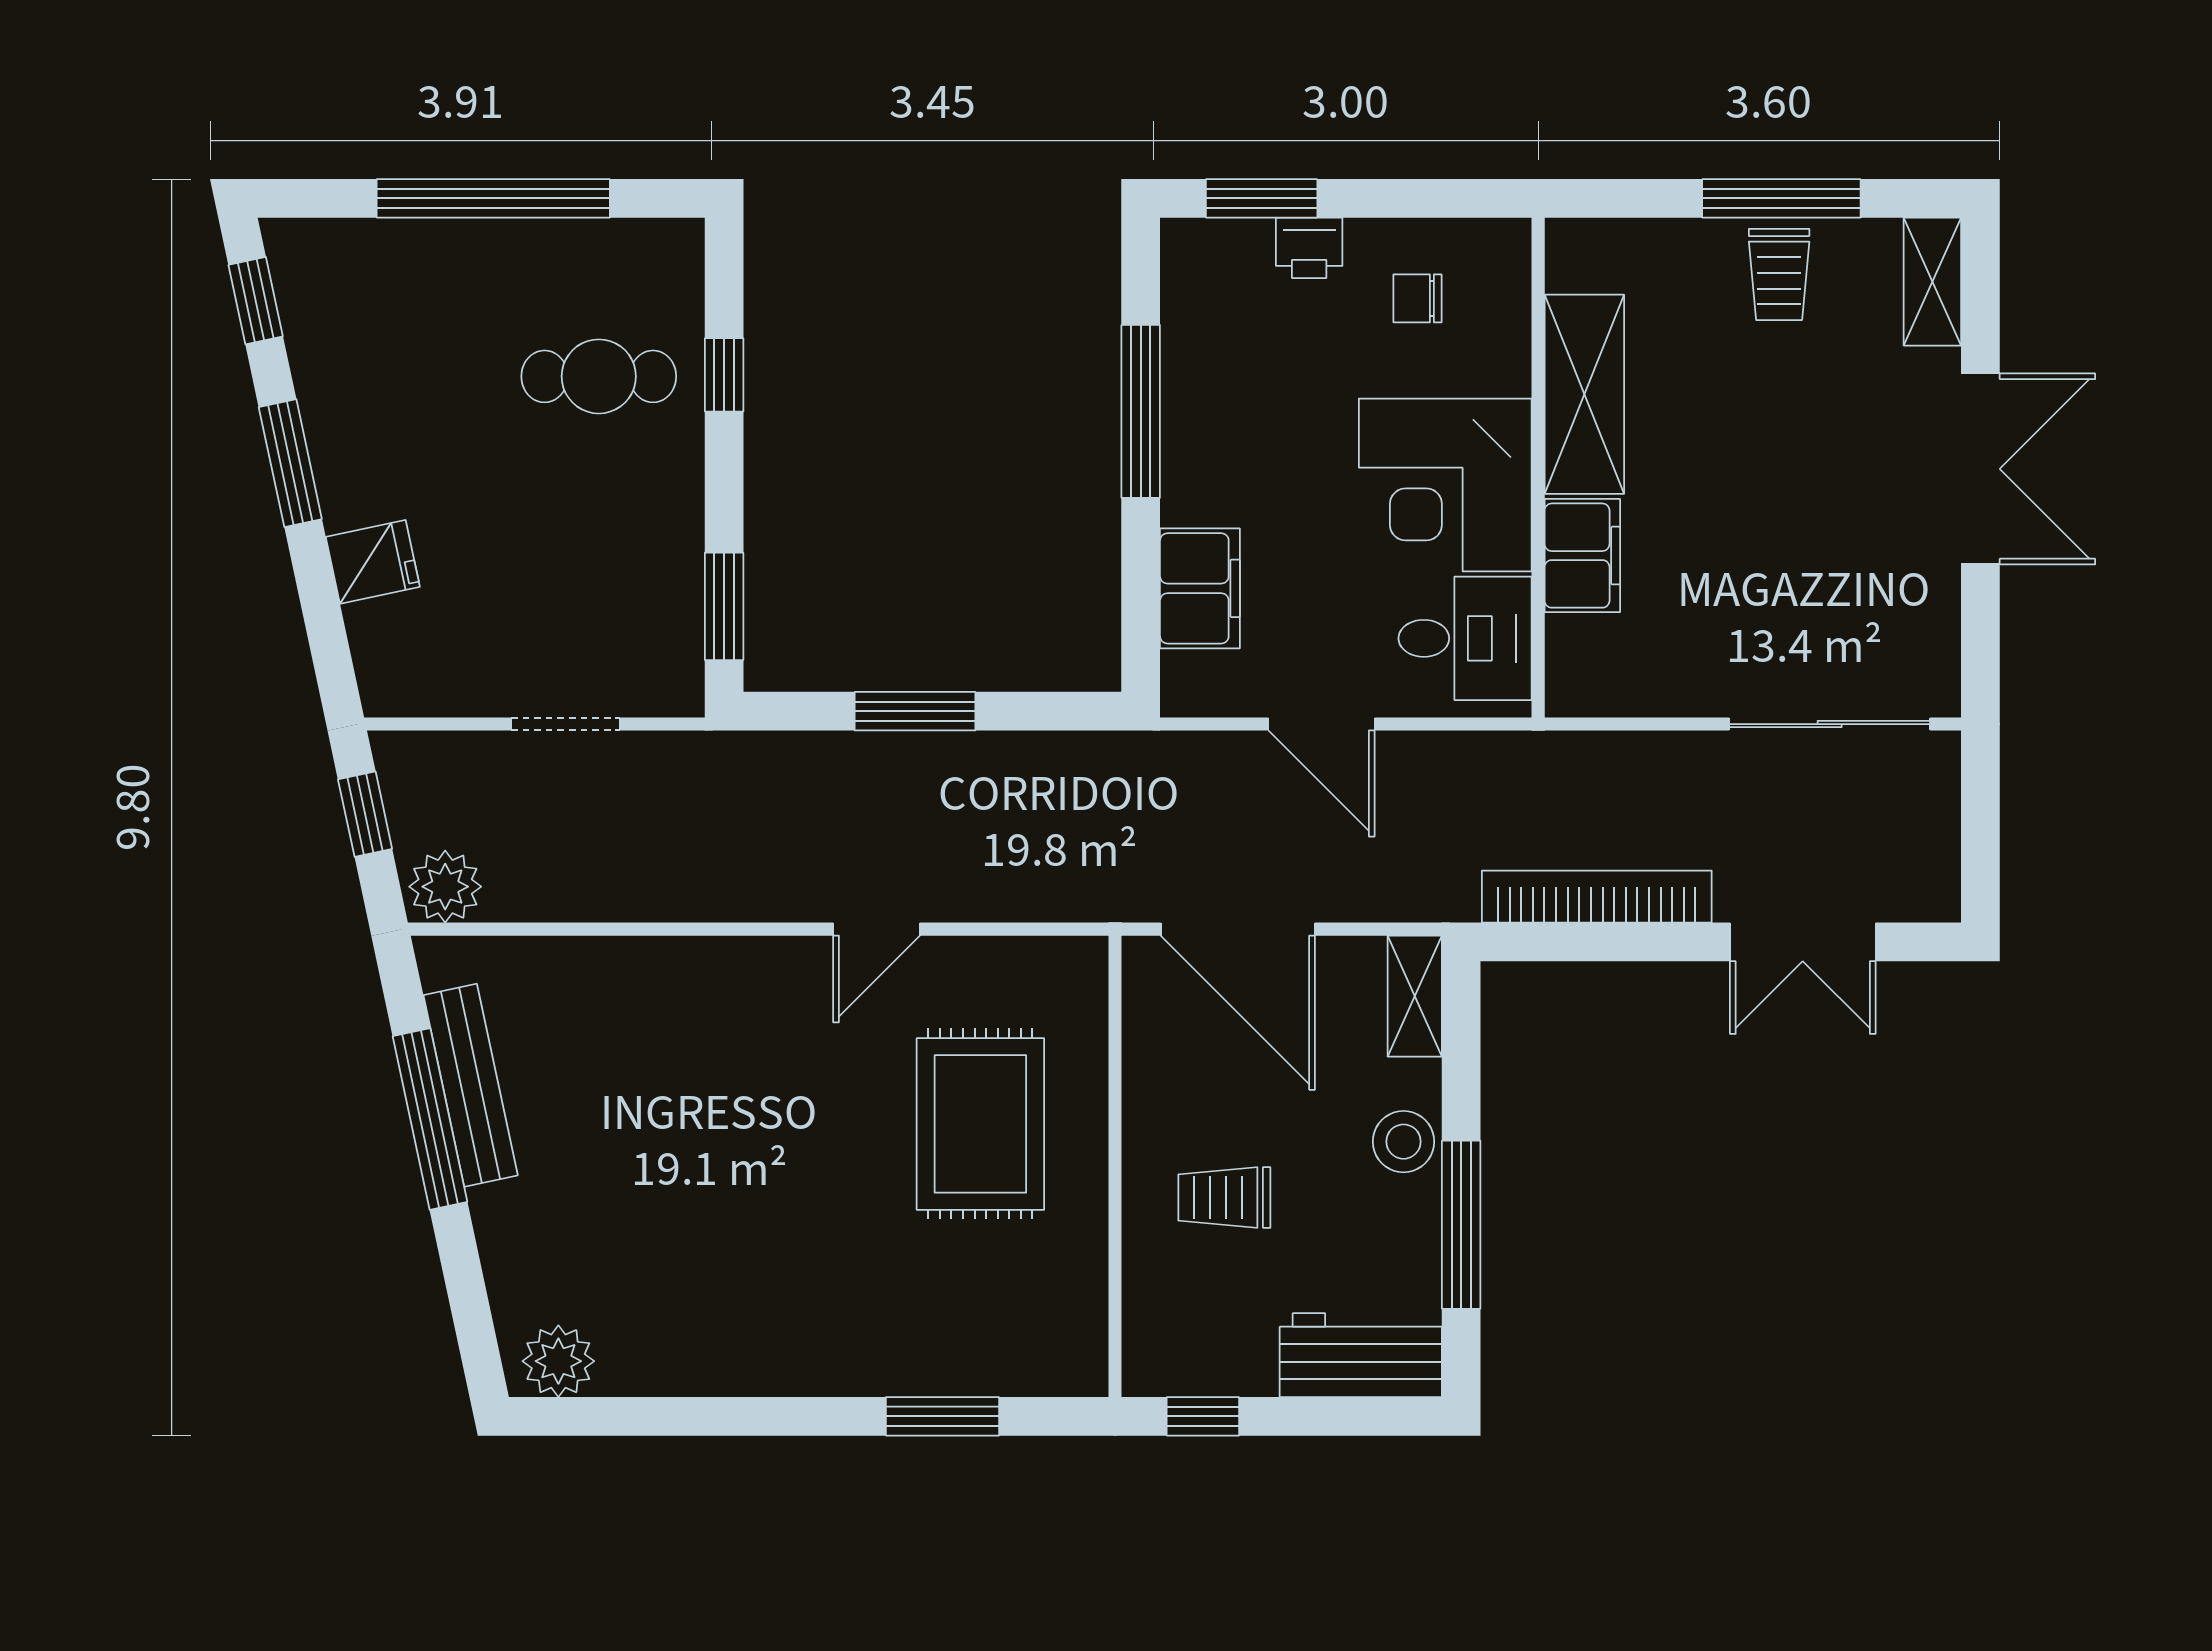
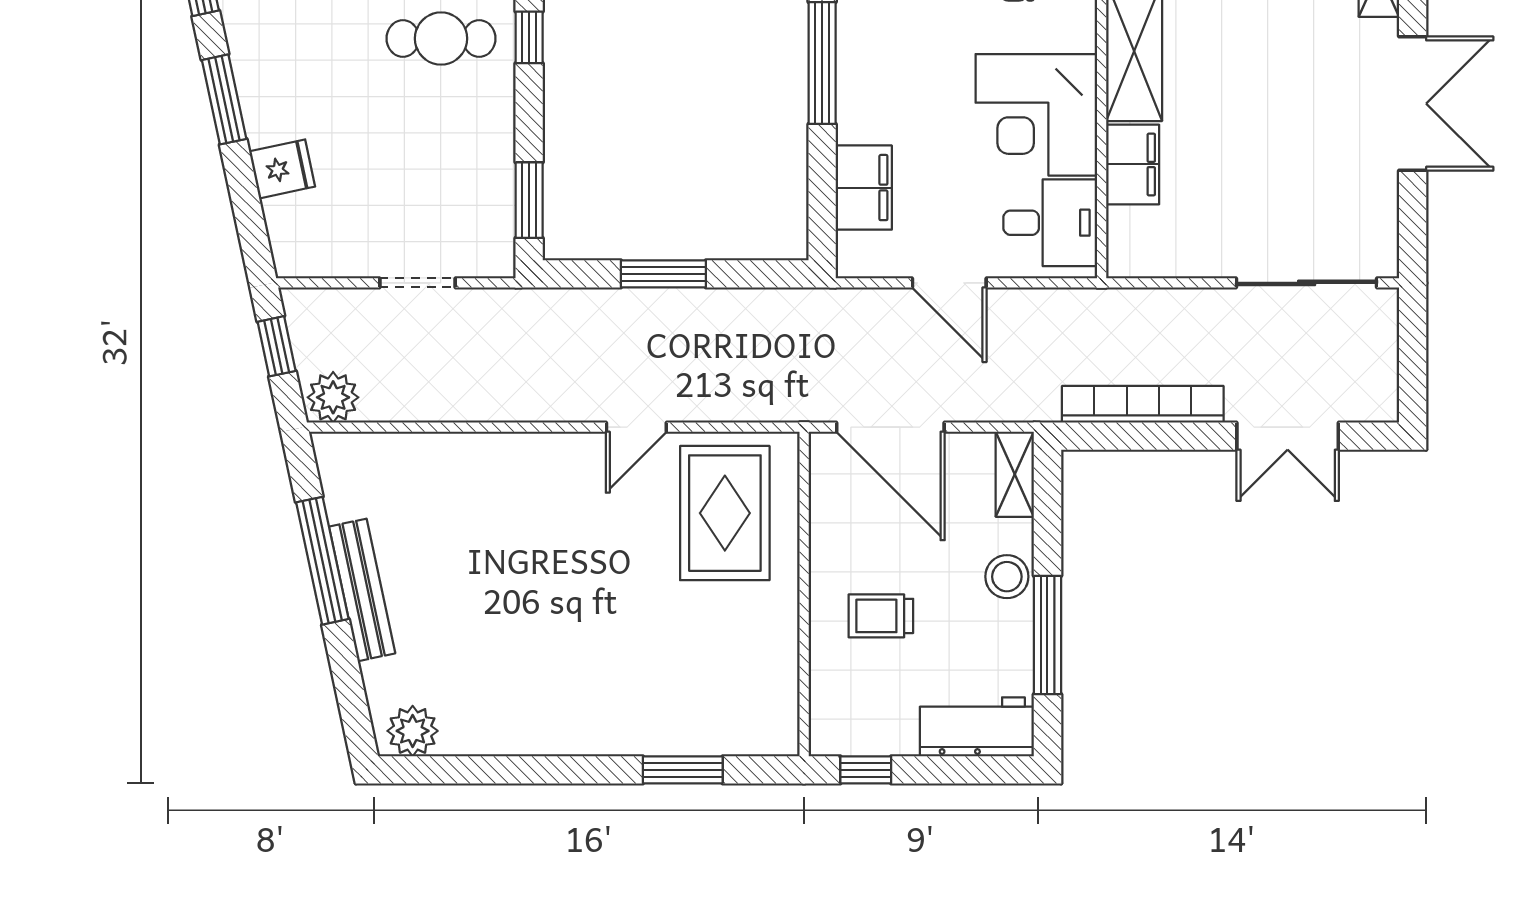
bench: (471, 1085) -> (362, 590), moved
rug: (980, 1124) -> (725, 513), moved

